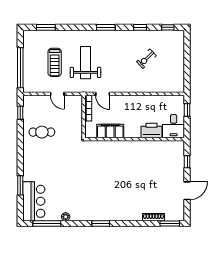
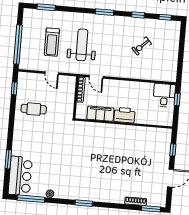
desk: (174, 126) -> (164, 95), moved, turned 180
printer: (152, 130) -> (124, 115), moved

